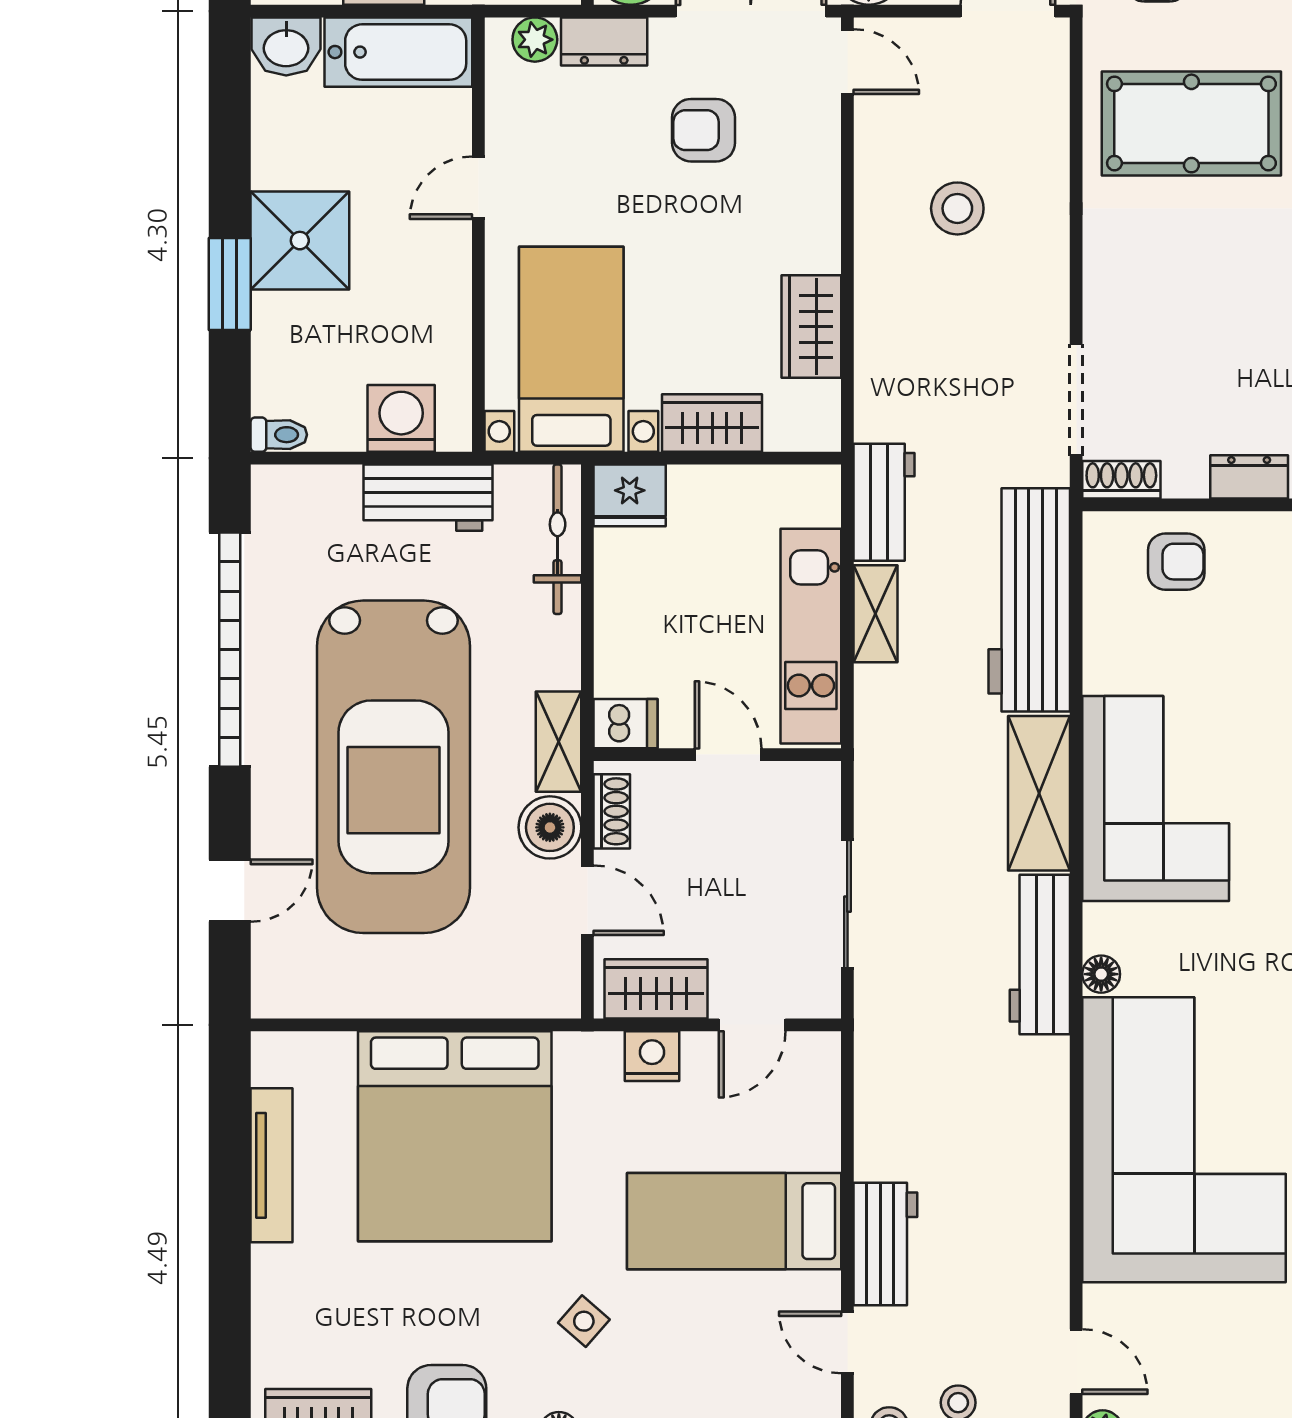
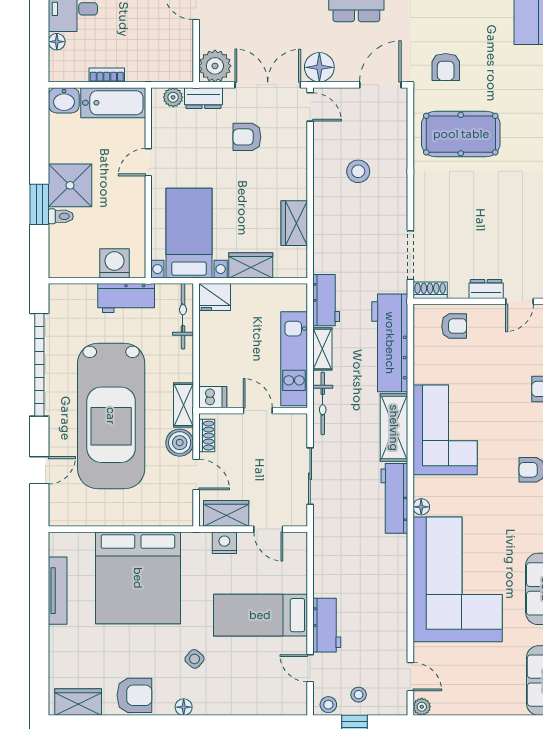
toilet: (279, 435) -> (61, 216), moved
bicycle: (876, 738) -> (323, 403), added
door: (752, 1025) -> (268, 529), hinge flipped

